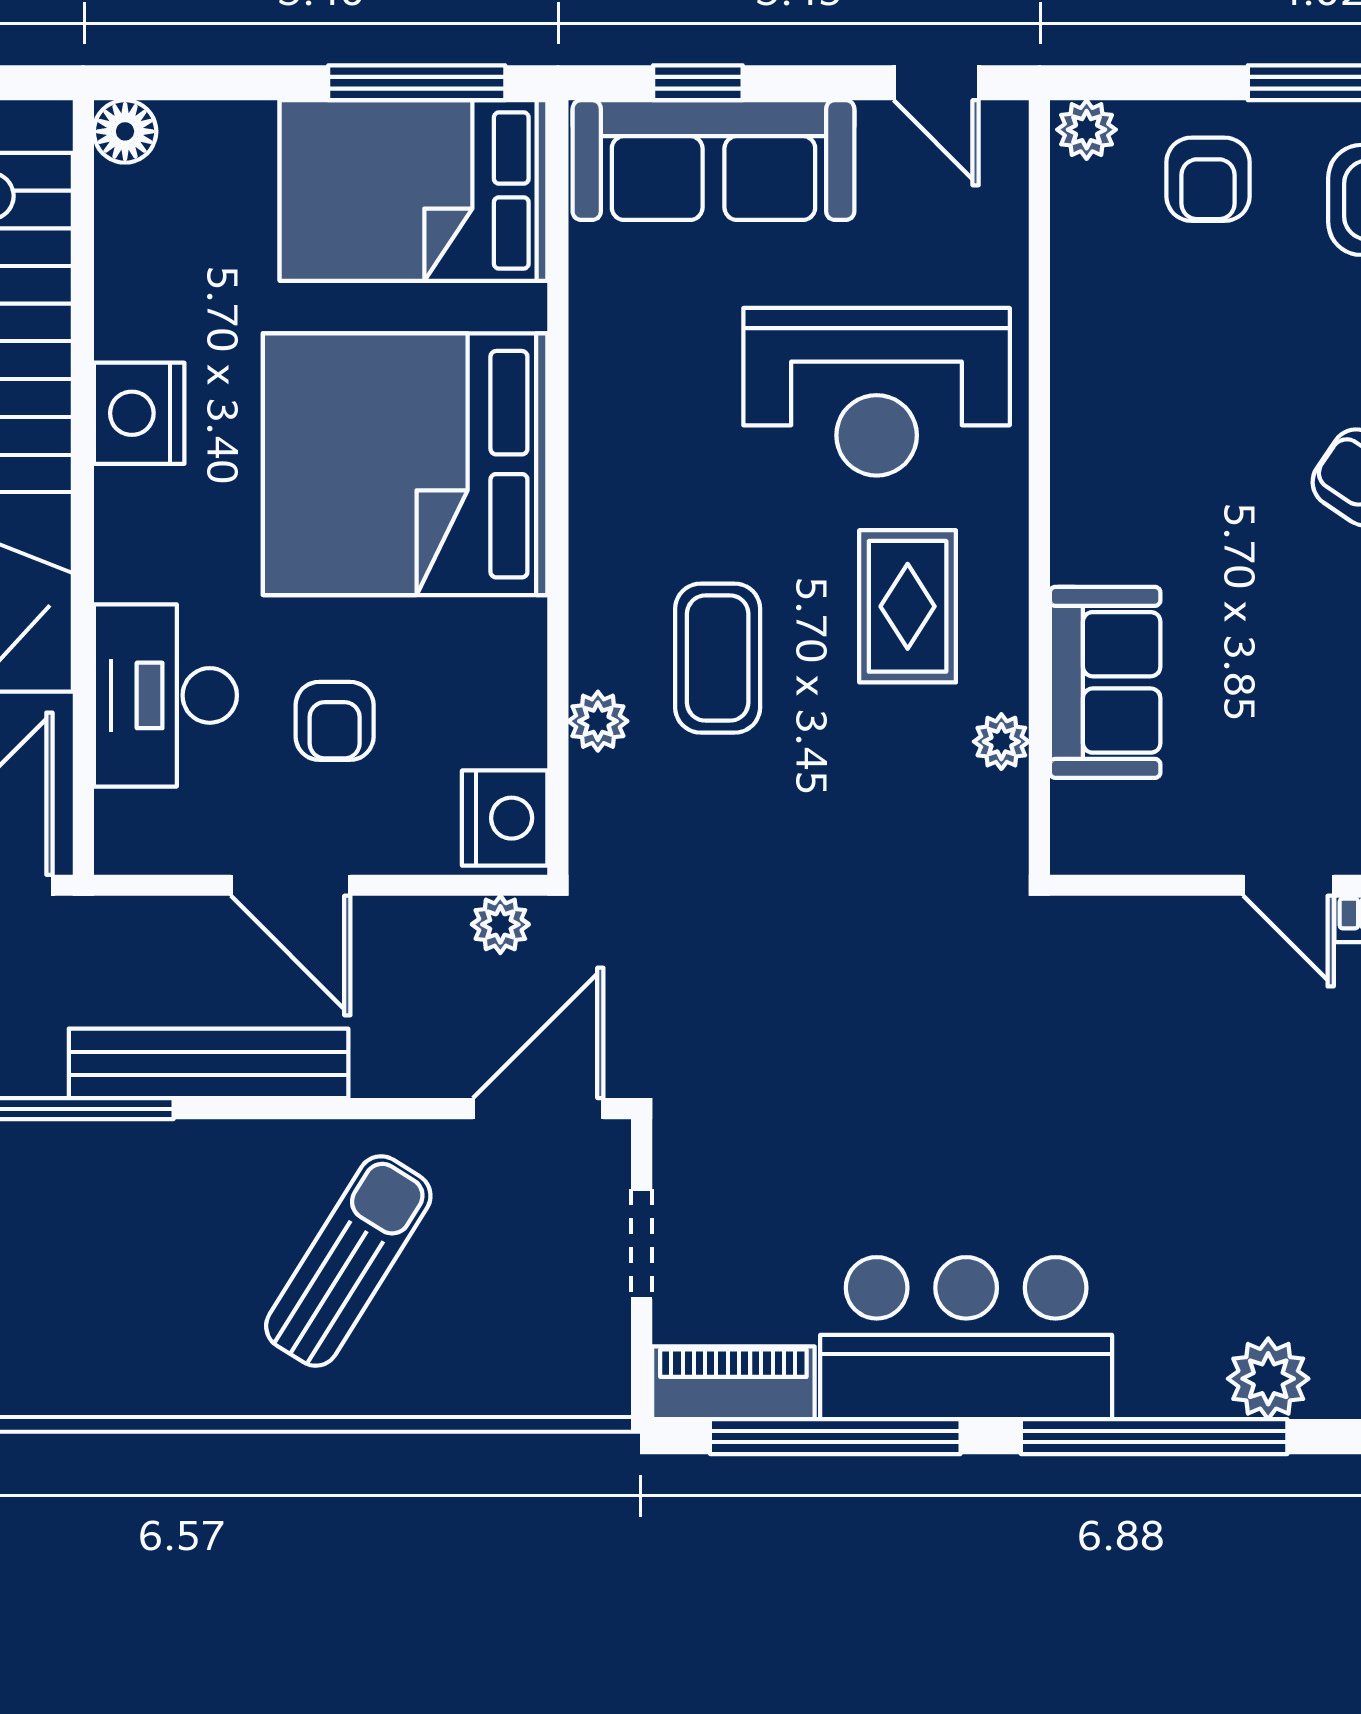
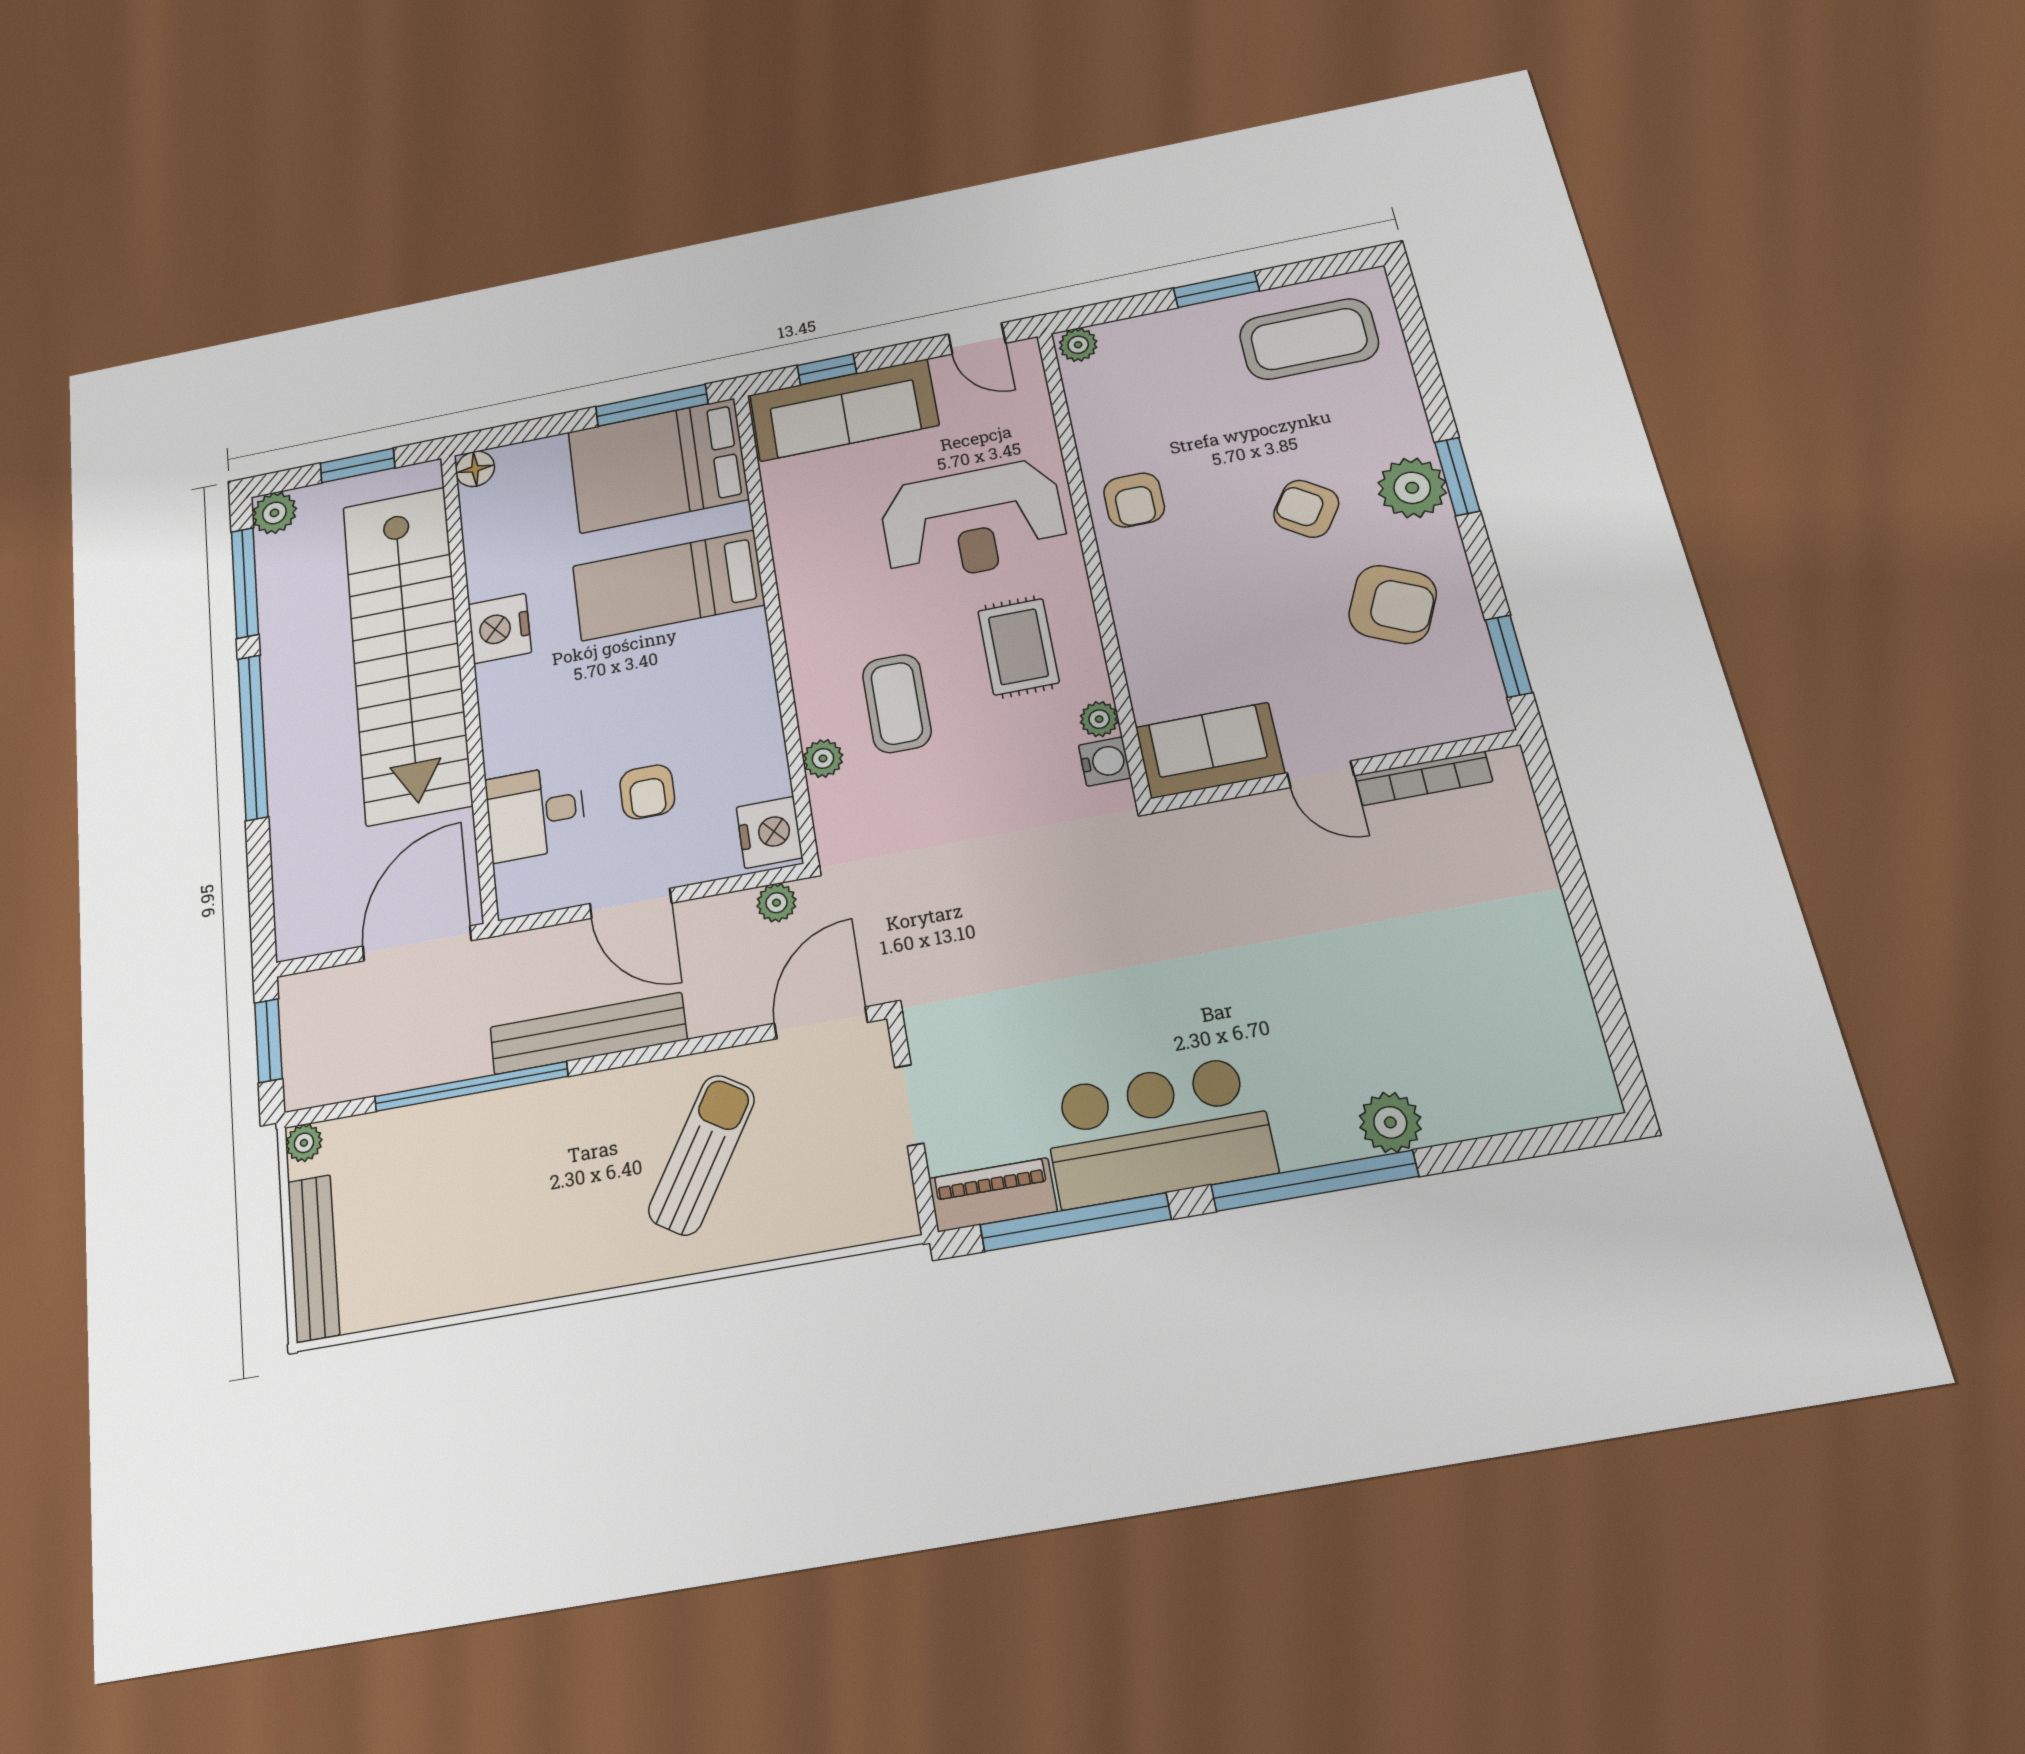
armchair: (1208, 179) -> (1134, 500), moved
bed: (405, 464) -> (668, 585), width x0.49
sofa: (1105, 682) -> (1210, 750), moved, turned -90
desk: (165, 695) -> (535, 813), width x0.73
water cooler: (997, 807) -> (1105, 762), added

